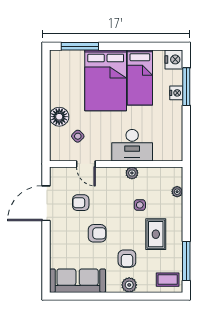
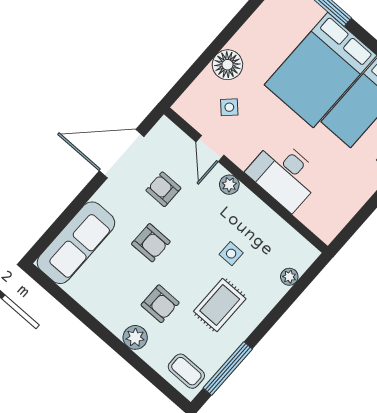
plant: (132, 173) -> (229, 185), moved
armchair: (127, 259) -> (160, 304), turned -90
sofa: (78, 281) -> (76, 243), moved, turned 90

